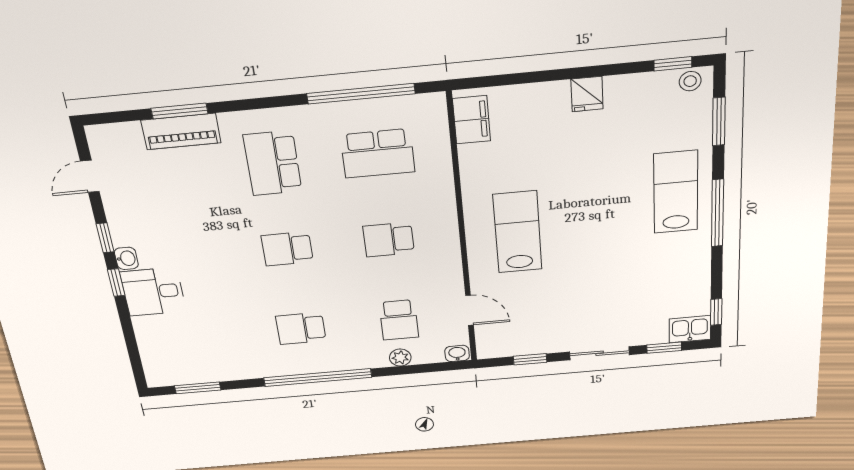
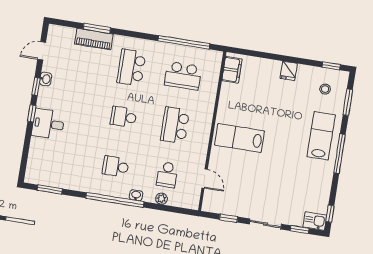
stool: (690, 81) -> (325, 89), moved
lab bench: (518, 232) -> (240, 138), turned -90
school desk: (389, 240) -> (175, 125), width x1.85
washbasin: (126, 258) -> (46, 79), moved
washbasin: (457, 353) -> (136, 195), moved

